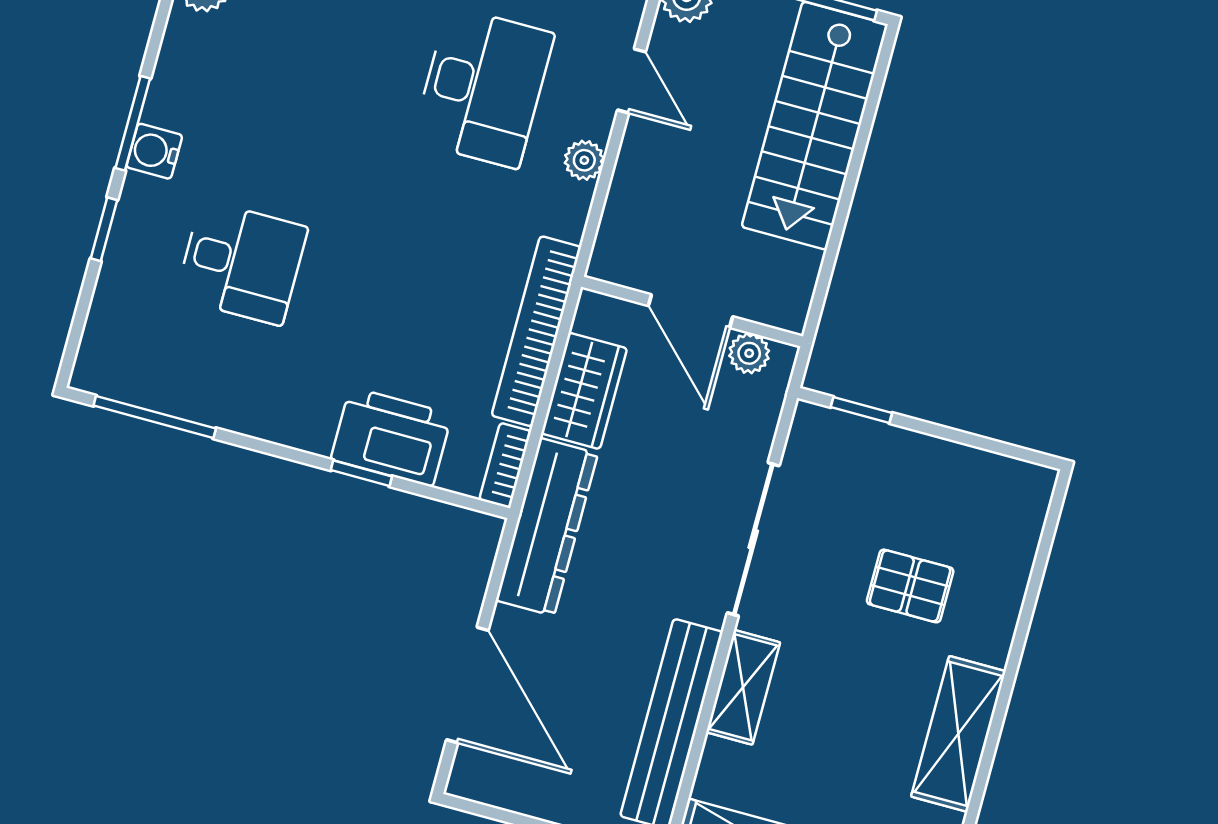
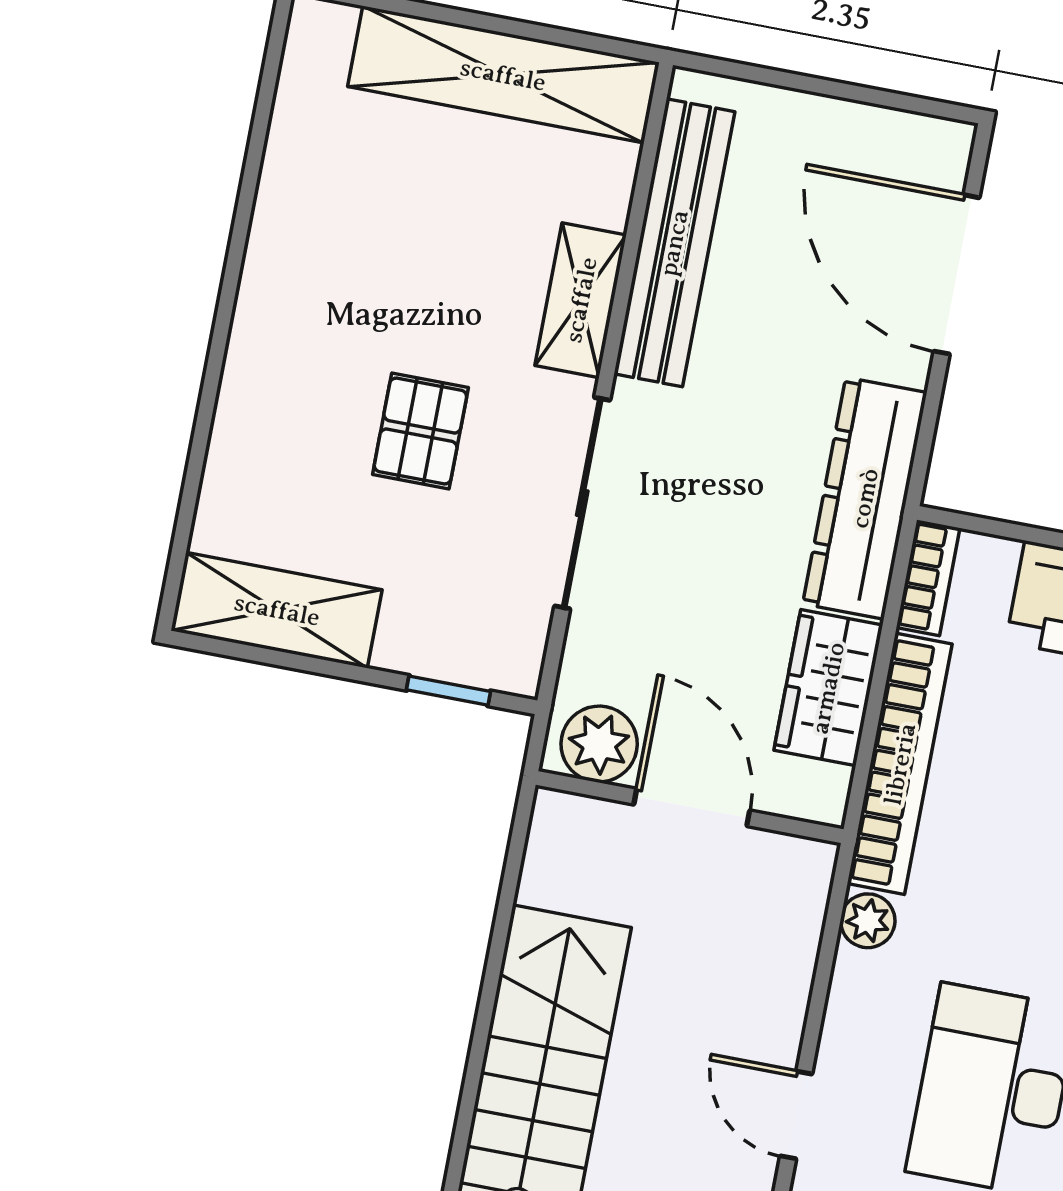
plant: (584, 160) -> (868, 921), moved
plant: (749, 353) -> (599, 744), width x1.38, depth x1.38
pallet: (910, 586) -> (420, 431), moved, turned 90
shelving: (958, 734) -> (277, 610), moved, turned 90

